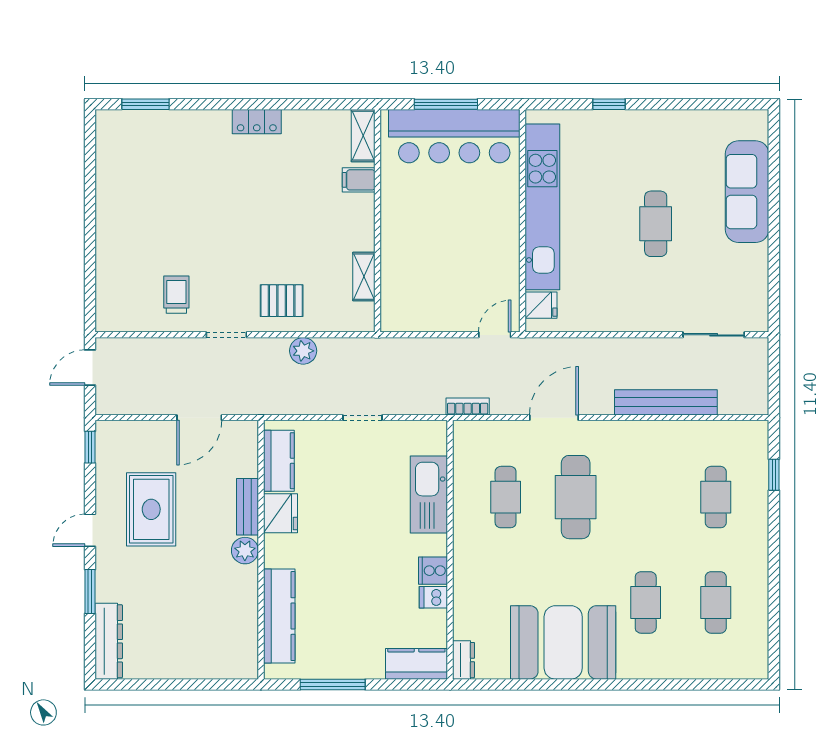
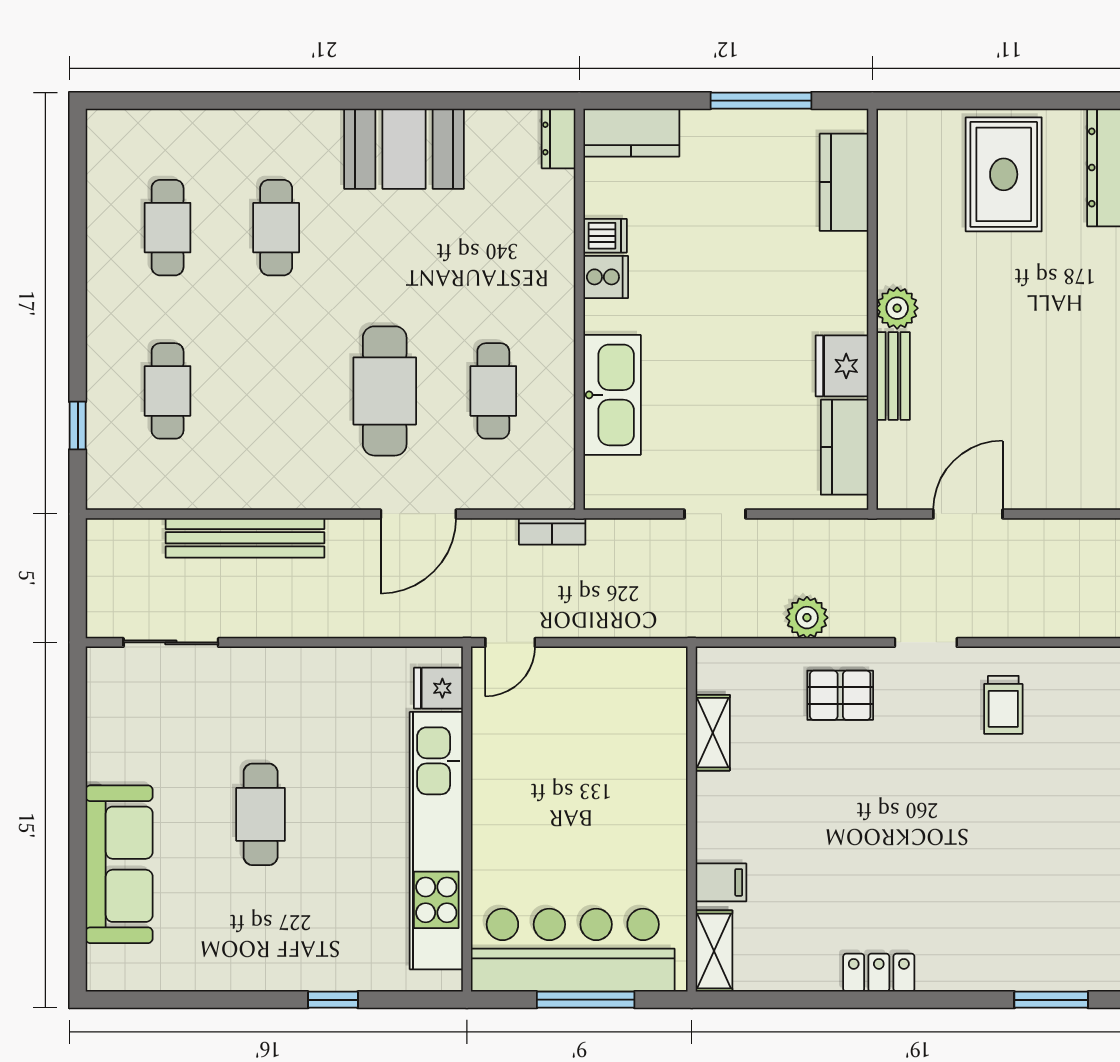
rug: (151, 509) -> (1004, 174), moved
kitchen counter: (279, 616) -> (844, 182), width x0.67
booth: (563, 642) -> (404, 149), width x0.73, depth x0.70

